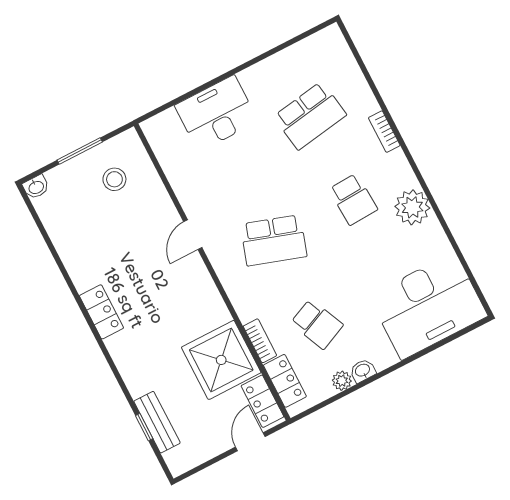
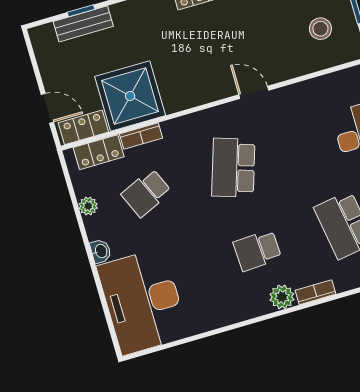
plant: (412, 207) -> (282, 297), moved, width x0.73, depth x0.73
washbasin: (363, 371) -> (101, 251), moved

